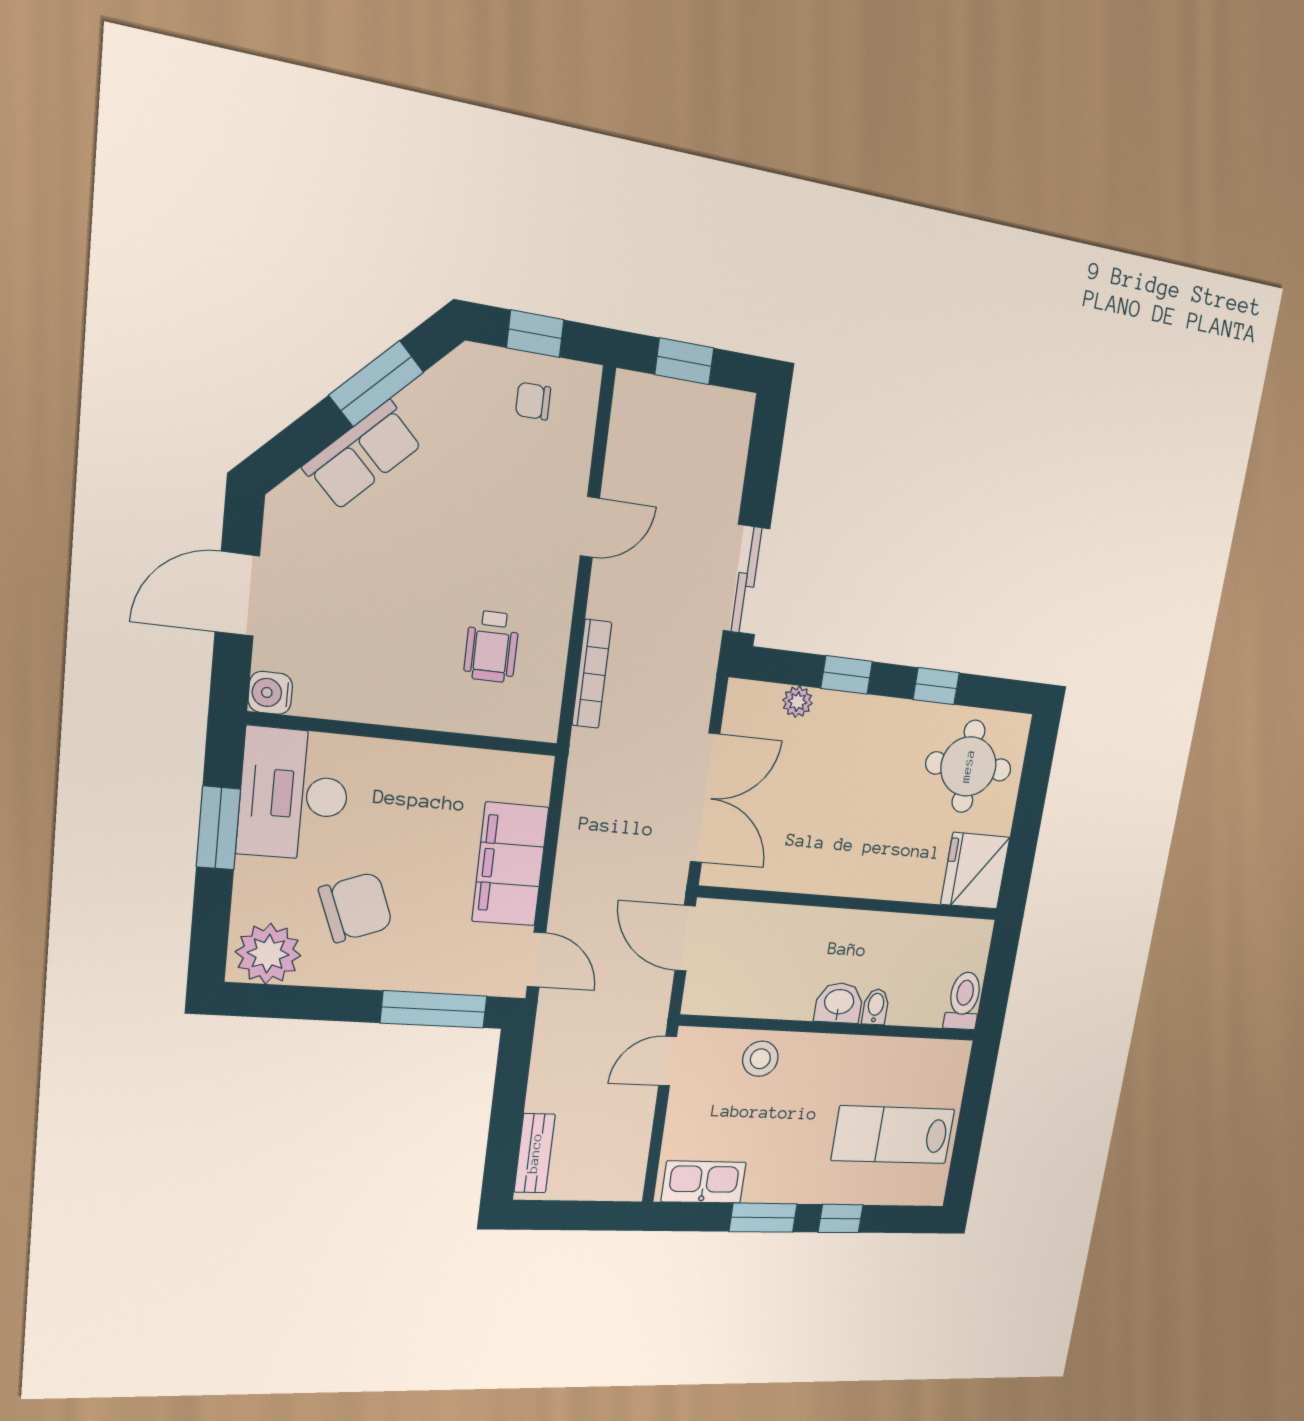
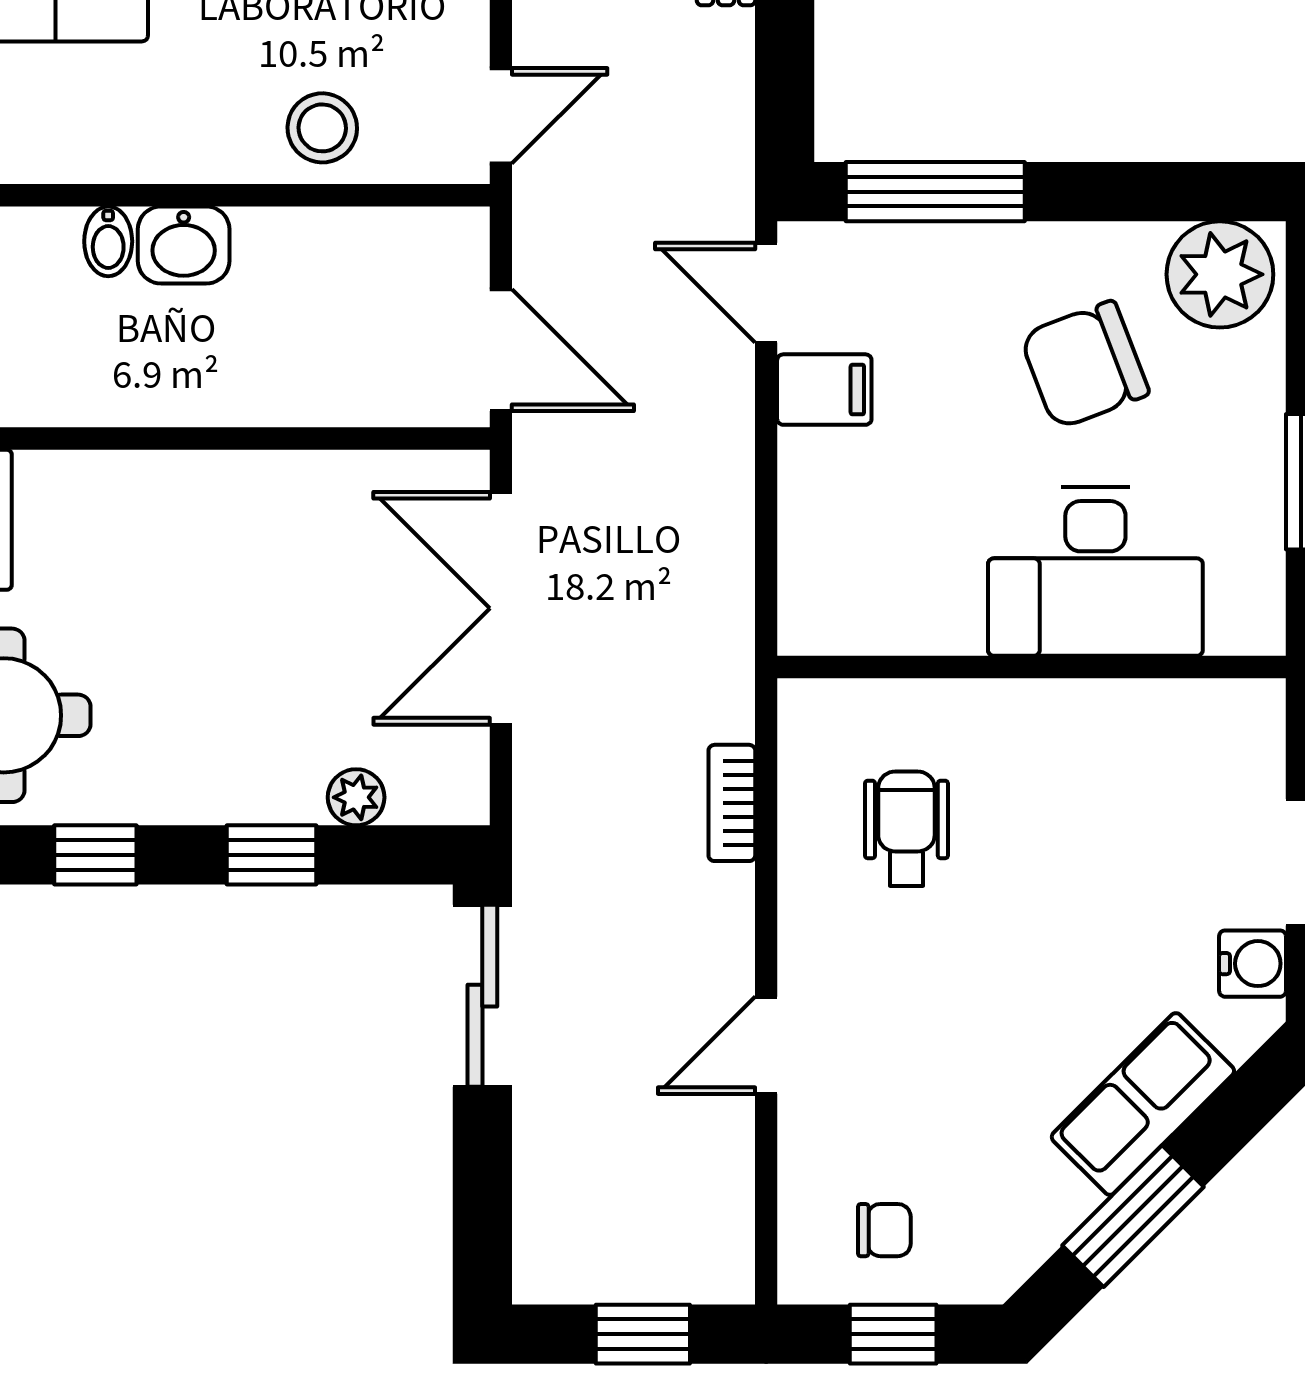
bookcase: (592, 674) -> (732, 803), width x0.64
water cooler: (270, 693) -> (1253, 964), moved
desk: (294, 794) -> (1095, 572), moved, turned 90
filing cabinet: (510, 864) -> (824, 390), width x0.33, depth x0.86

